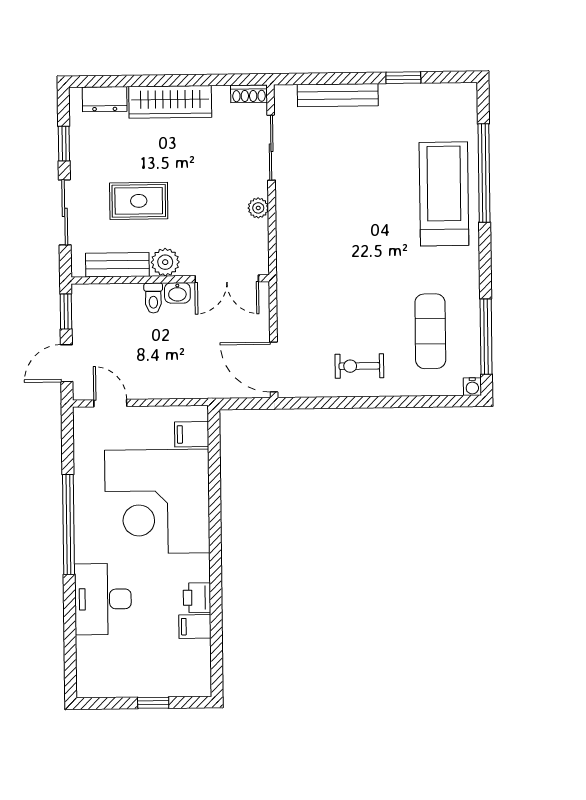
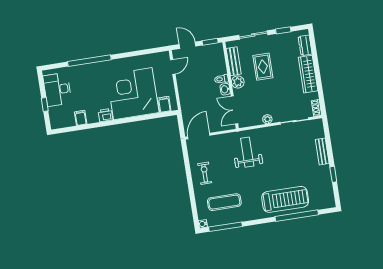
bench: (338, 95) -> (322, 151), width x0.73
weight bench: (326, 264) -> (247, 152), added
window: (69, 524) -> (89, 61), moved
printer: (197, 598) -> (105, 115), moved
desk: (103, 599) -> (57, 90), moved, turned -90

